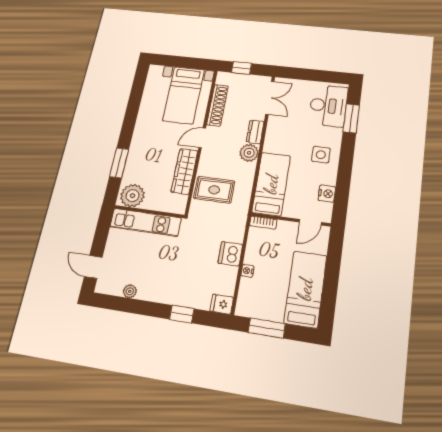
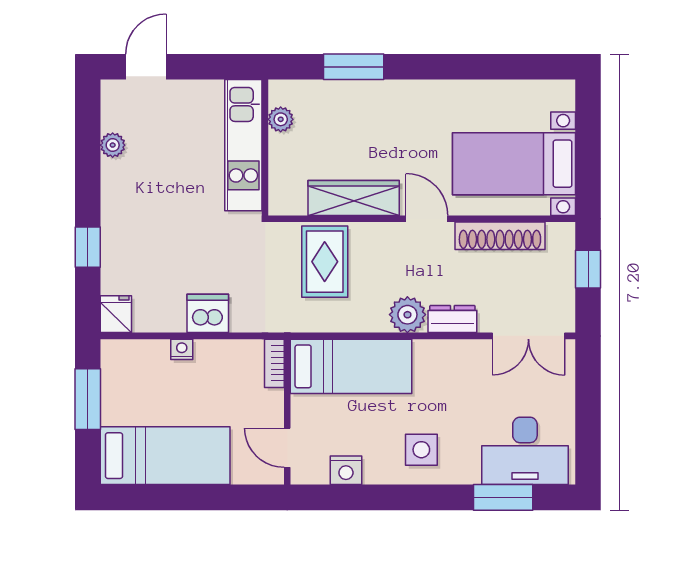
plant: (132, 196) -> (281, 119), width x0.53, depth x0.53

